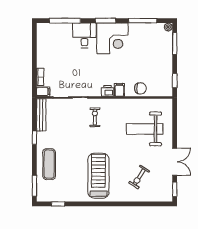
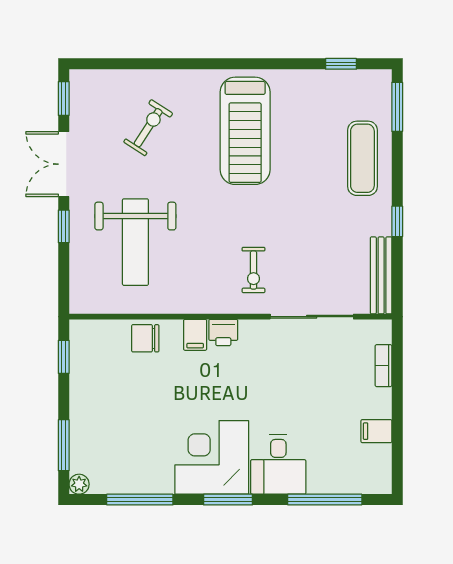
filing cabinet: (43, 92) -> (376, 431), moved
weight bench: (145, 129) -> (135, 242), turned 90
window: (175, 135) -> (64, 226), added

